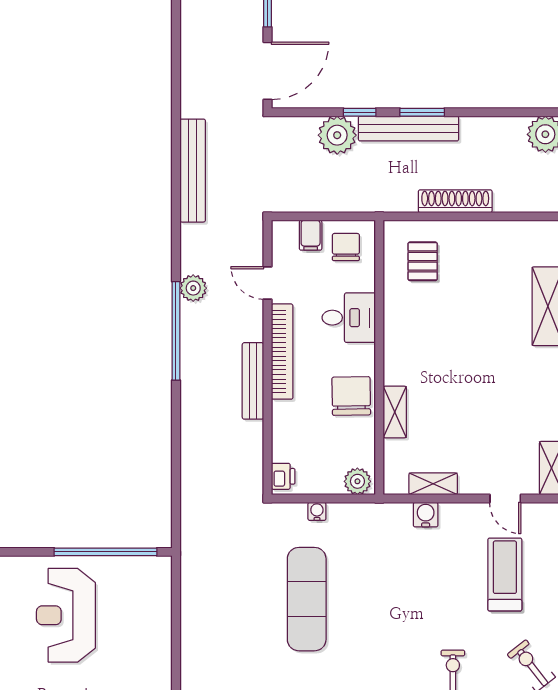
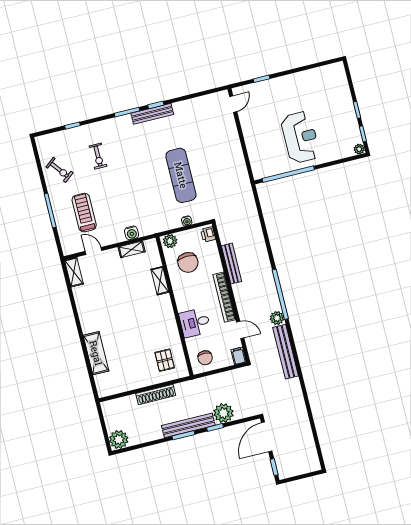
bench: (193, 171) -> (286, 352), moved
filing cabinet: (311, 235) -> (239, 356), moved
bench: (253, 381) -> (232, 264), moved
chair: (351, 396) -> (188, 262), moved
treadmill: (505, 574) -> (84, 213), turned 180

